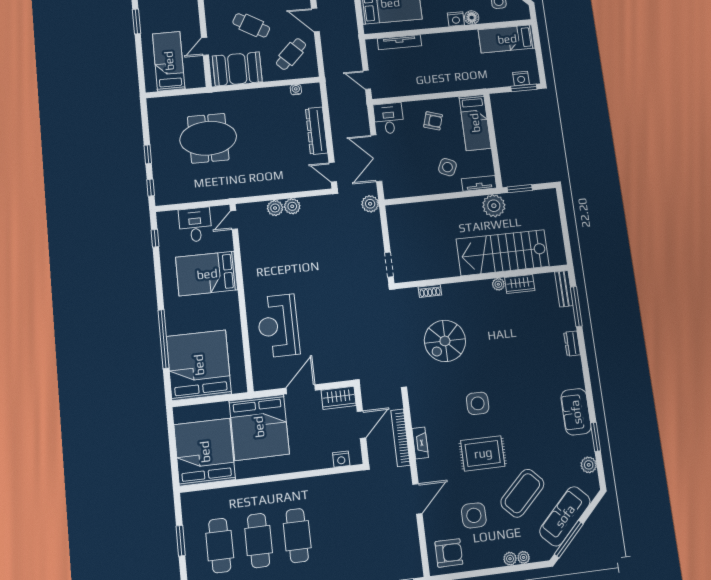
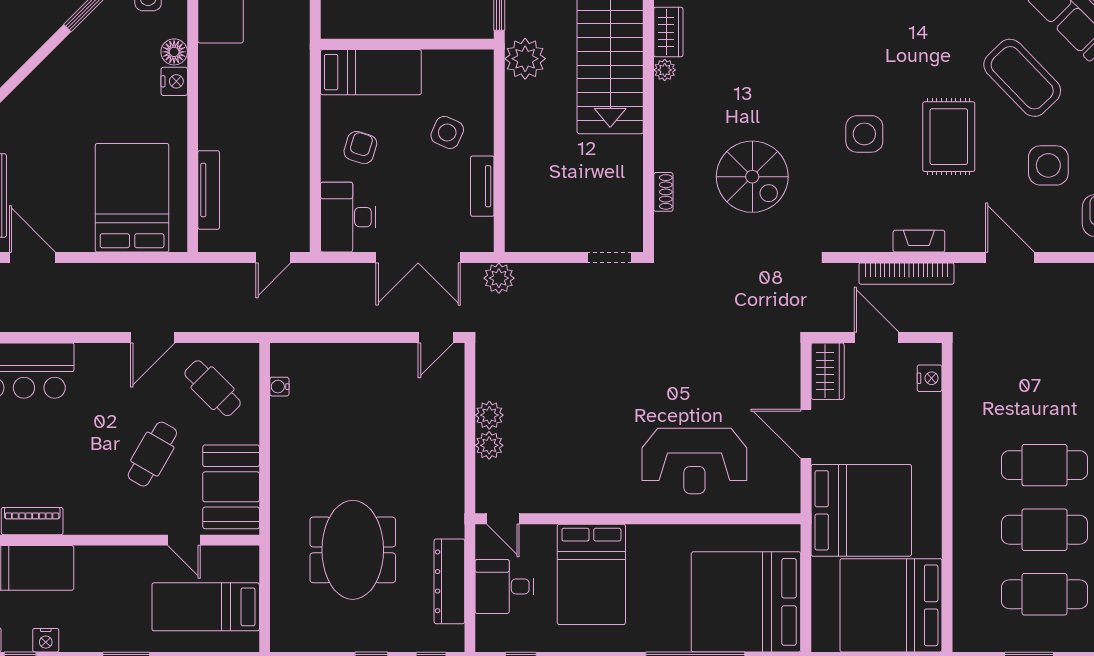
desk: (389, 118) -> (348, 217), width x1.37
dresser: (317, 131) -> (449, 581), moved, turned 90
tv unit: (479, 183) -> (482, 186), moved

